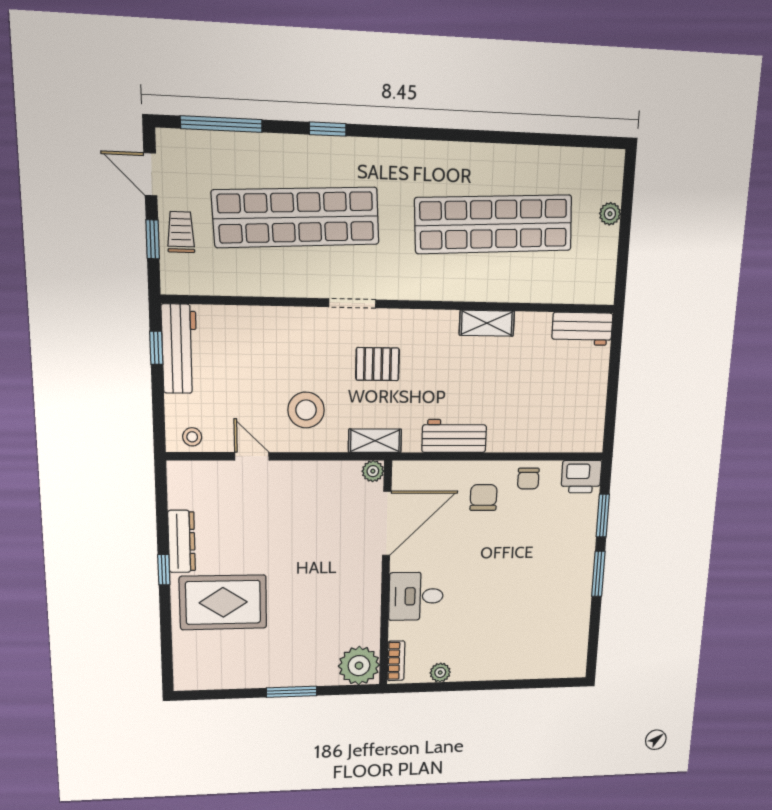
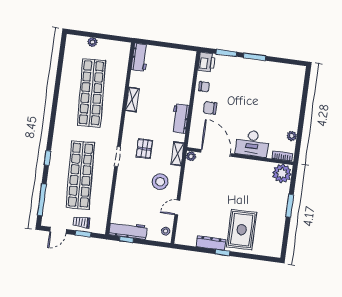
desk: (416, 596) -> (252, 143), width x1.37

